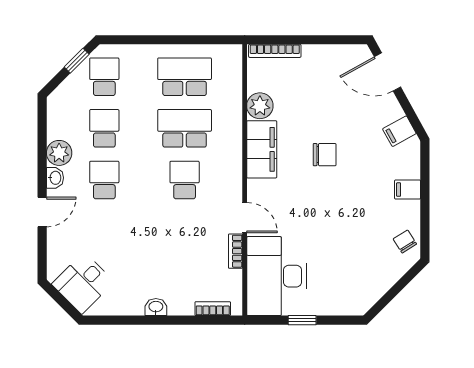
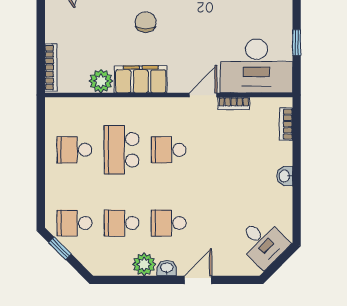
school desk: (185, 77) -> (74, 150), width x0.54
door: (42, 212) -> (198, 280), hinge flipped

